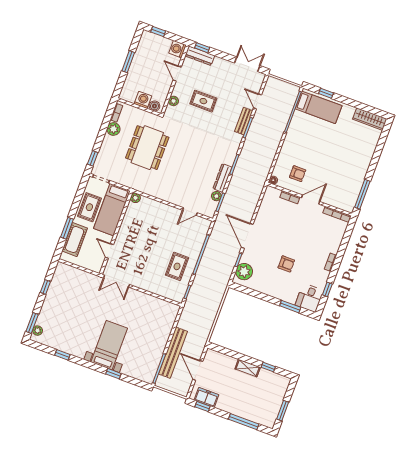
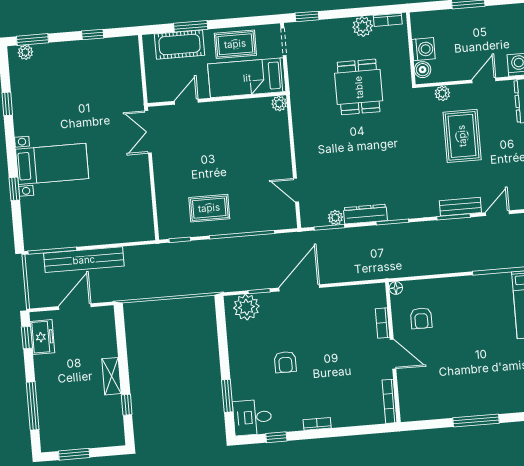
rug: (203, 101) -> (462, 136), width x1.36, depth x1.43
dining table: (147, 148) -> (359, 87), width x0.73
window: (362, 194) -> (476, 420), moved

